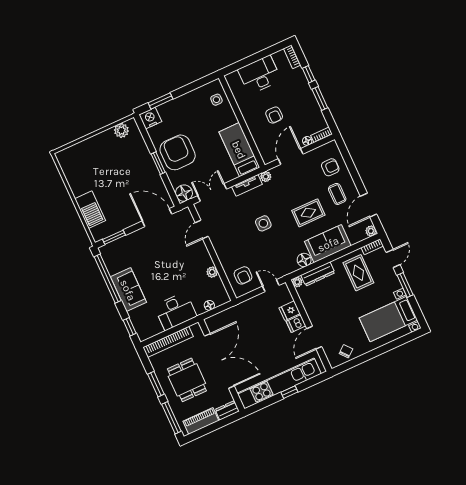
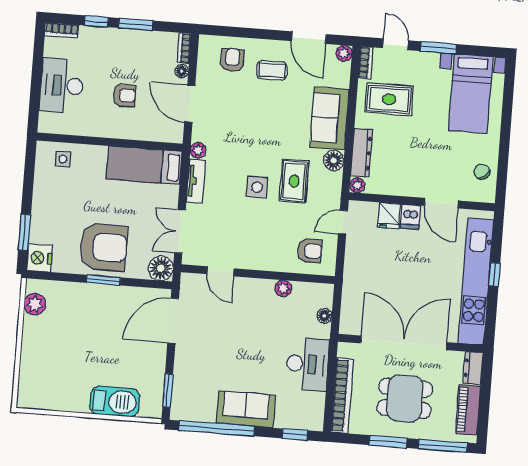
armchair: (178, 152) -> (103, 247), turned 180
rug: (308, 213) -> (294, 181), moved

